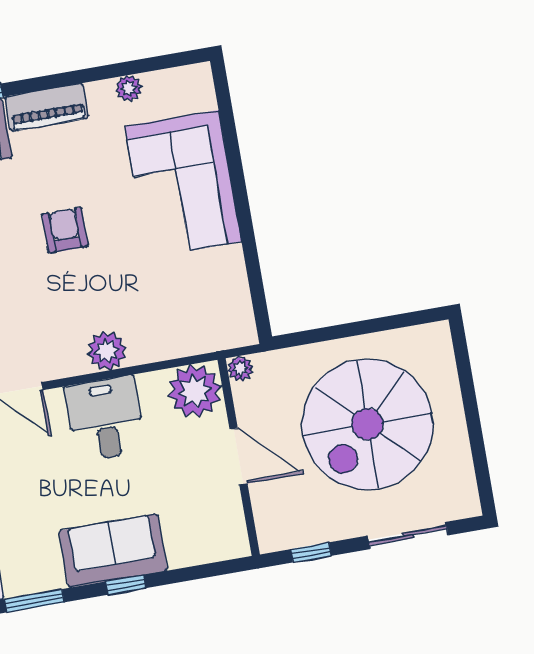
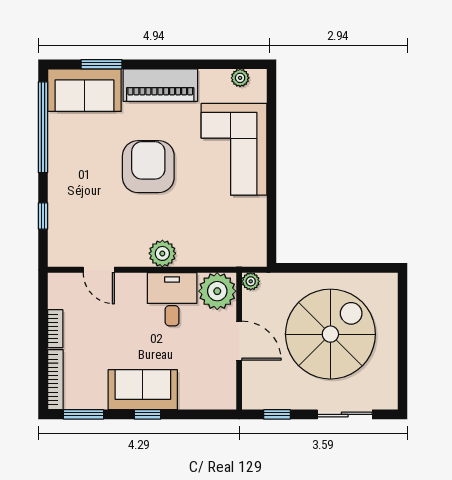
plant: (129, 88) -> (240, 78), moved
piano: (47, 107) -> (160, 85), width x1.37, depth x1.33
armchair: (65, 230) -> (148, 167), width x1.88, depth x1.88
desk: (105, 419) -> (172, 299), moved
spiral stairs: (367, 424) -> (330, 334), turned 180

